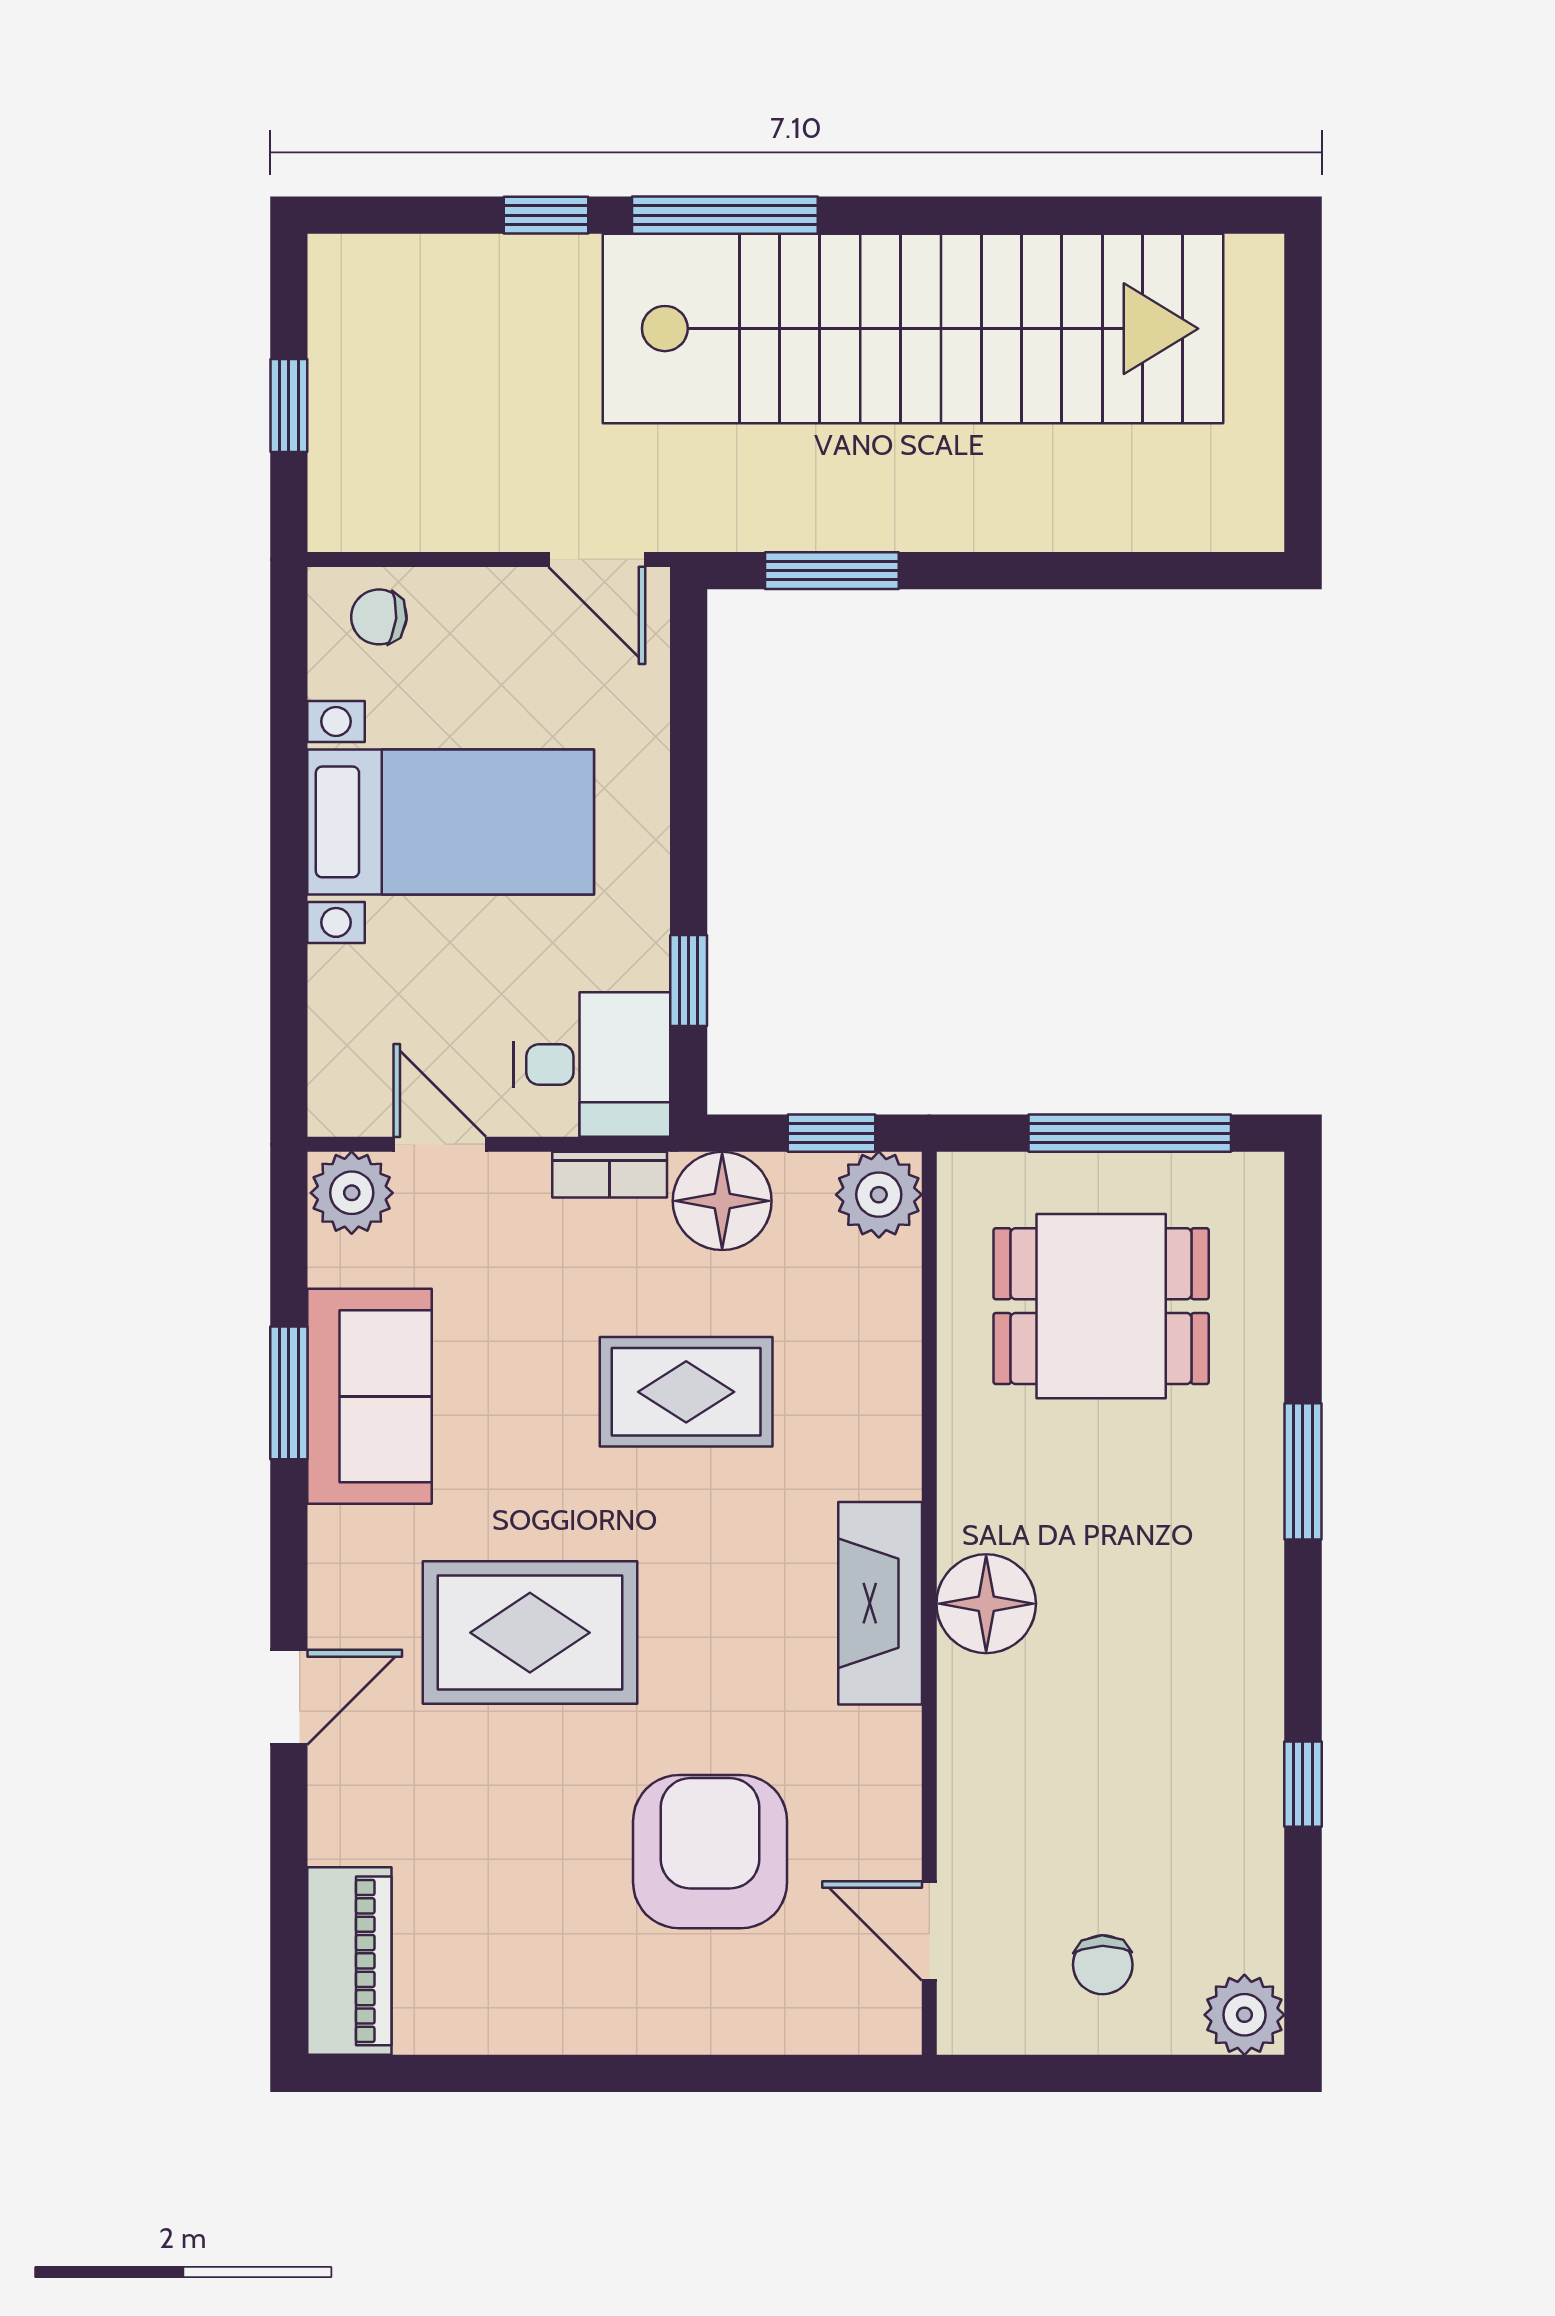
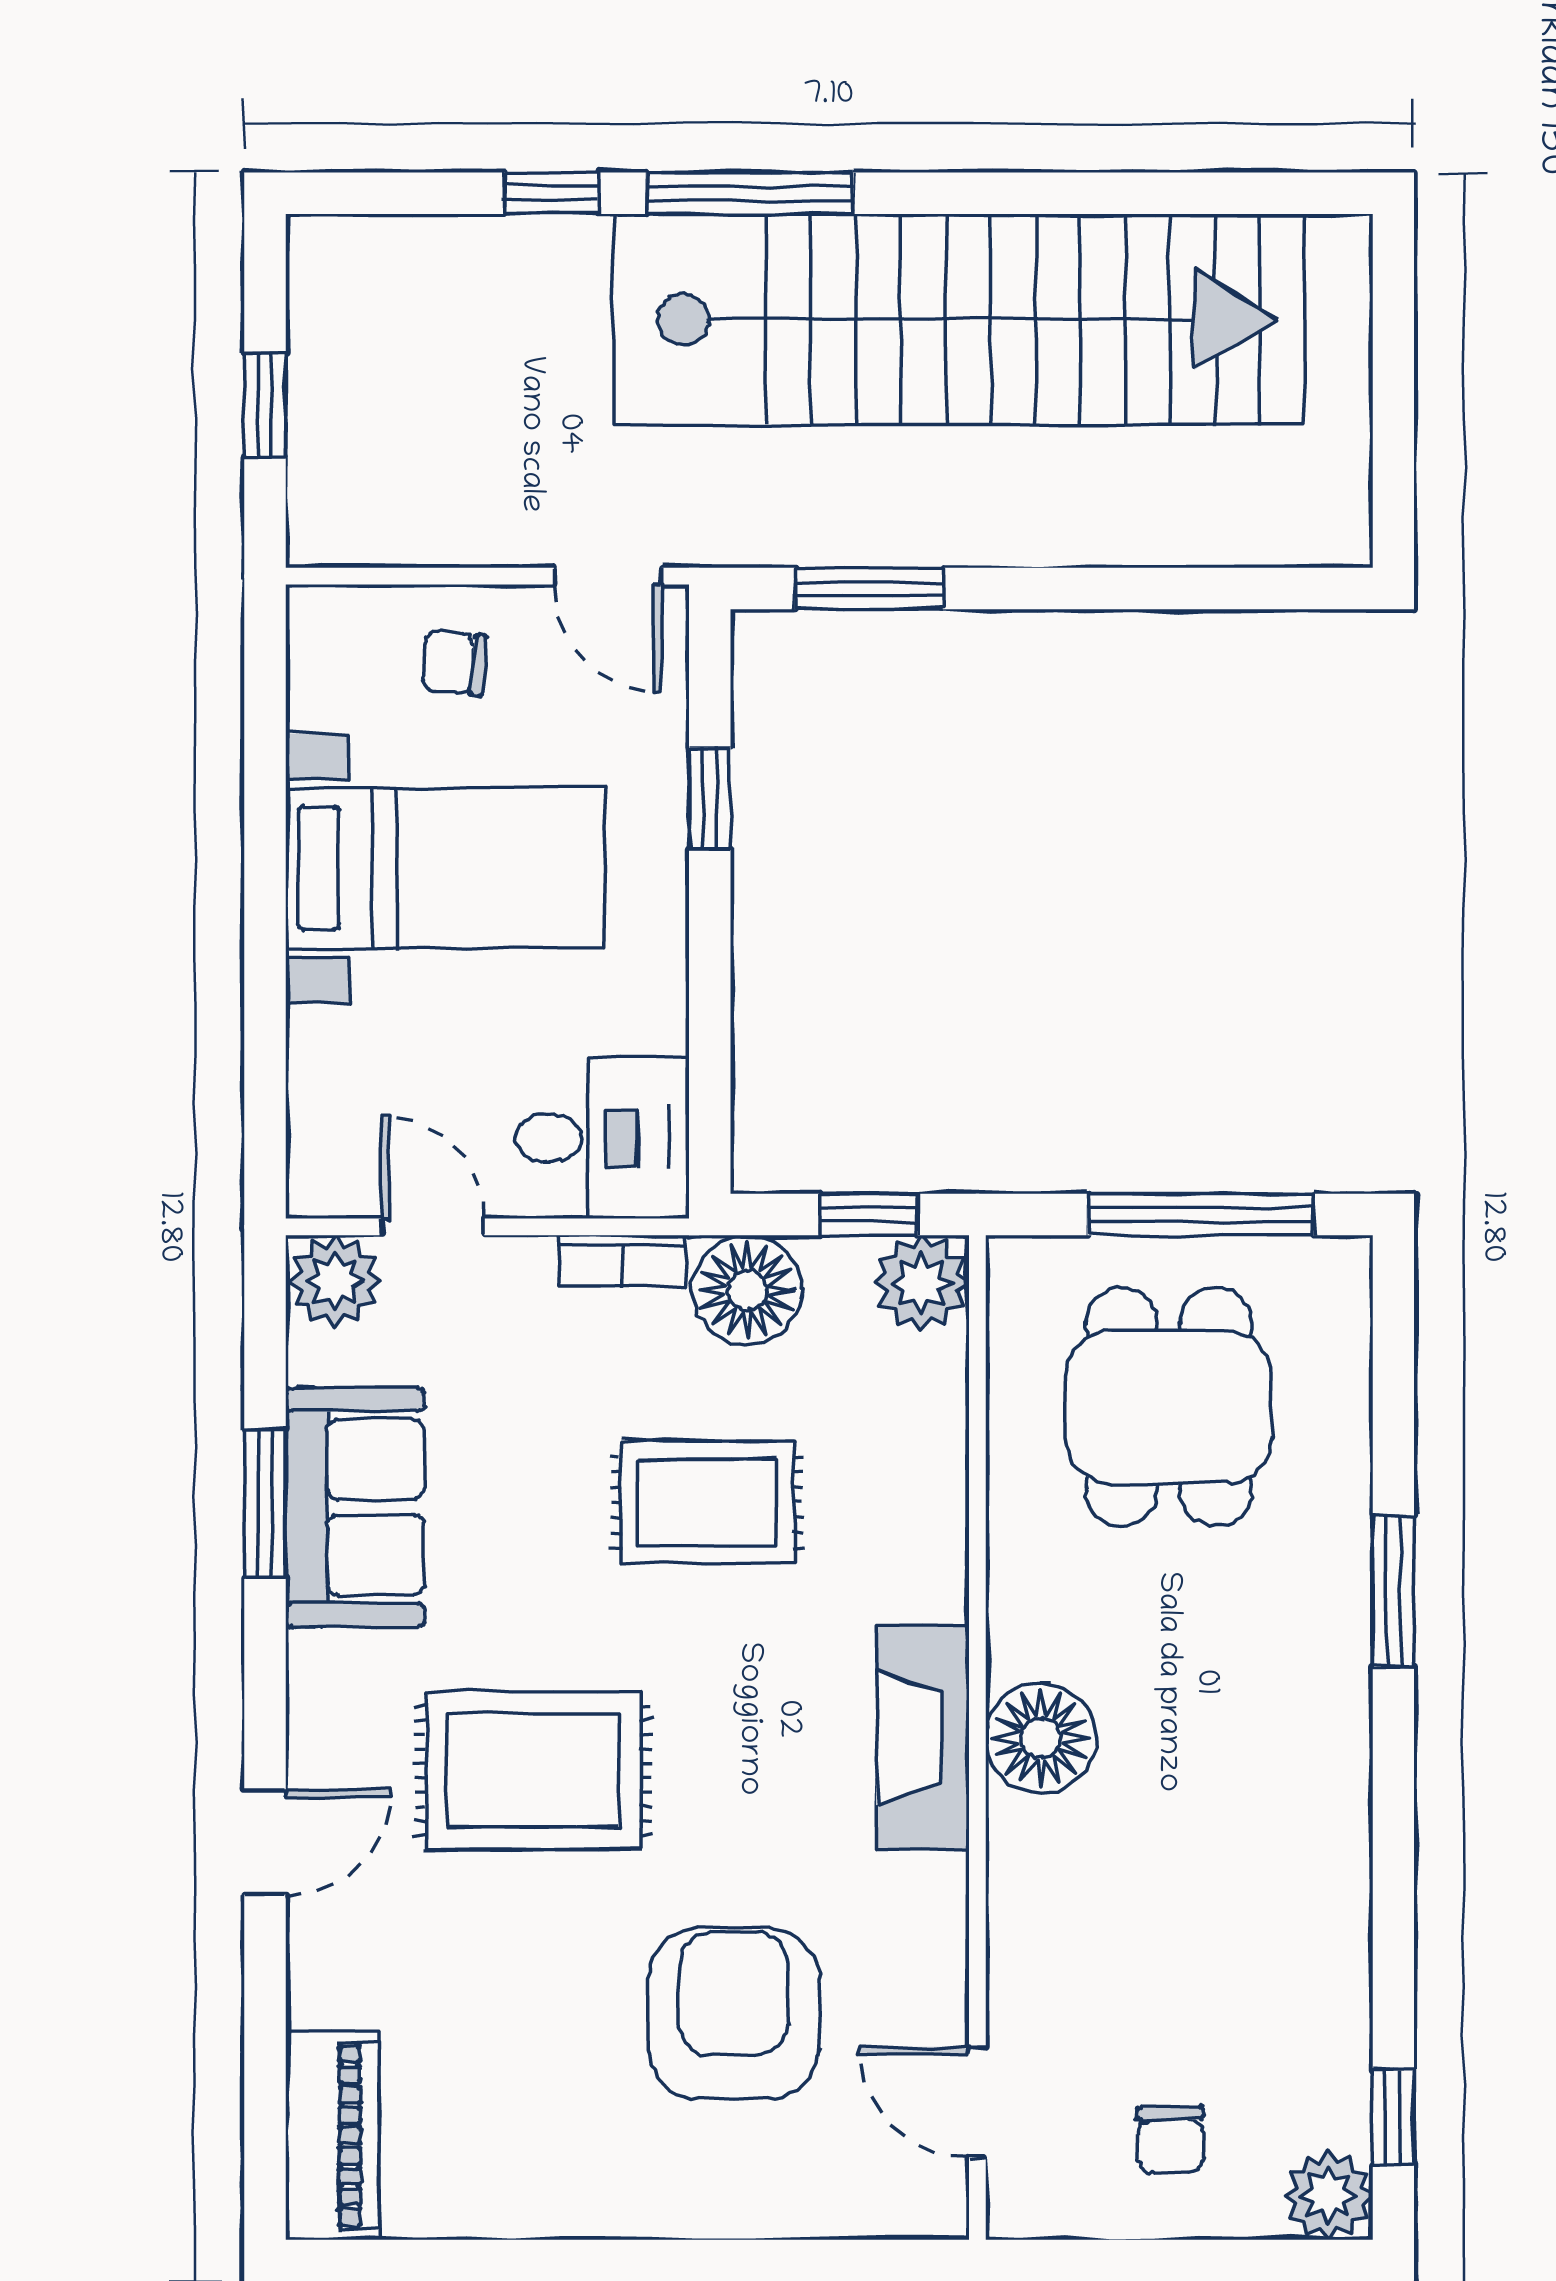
chair: (379, 617) -> (454, 663), moved
window: (689, 981) -> (710, 798), moved
dining table: (1101, 1306) -> (1169, 1407), turned 90
window: (1303, 1784) -> (1393, 2117), moved

